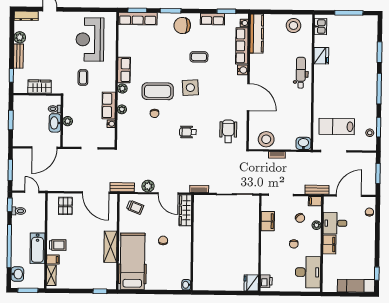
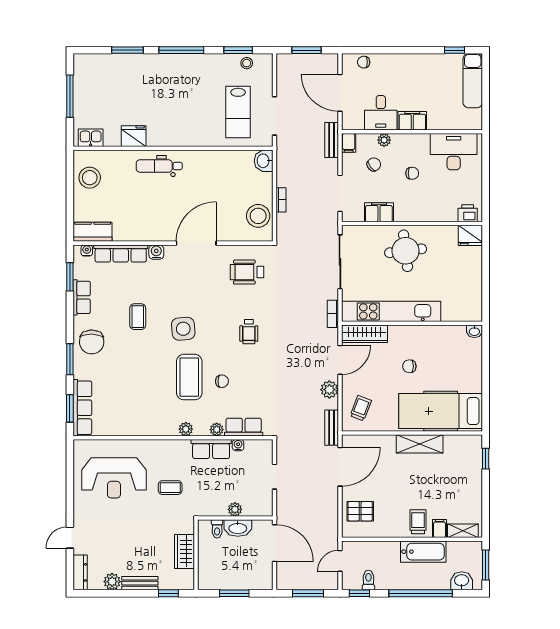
kitchen counter: (257, 34) -> (93, 232), width x0.67
row of seats: (124, 70) -> (244, 427), moved
kitchen unit: (200, 228) -> (391, 311), added
round table: (241, 239) -> (406, 251), added

